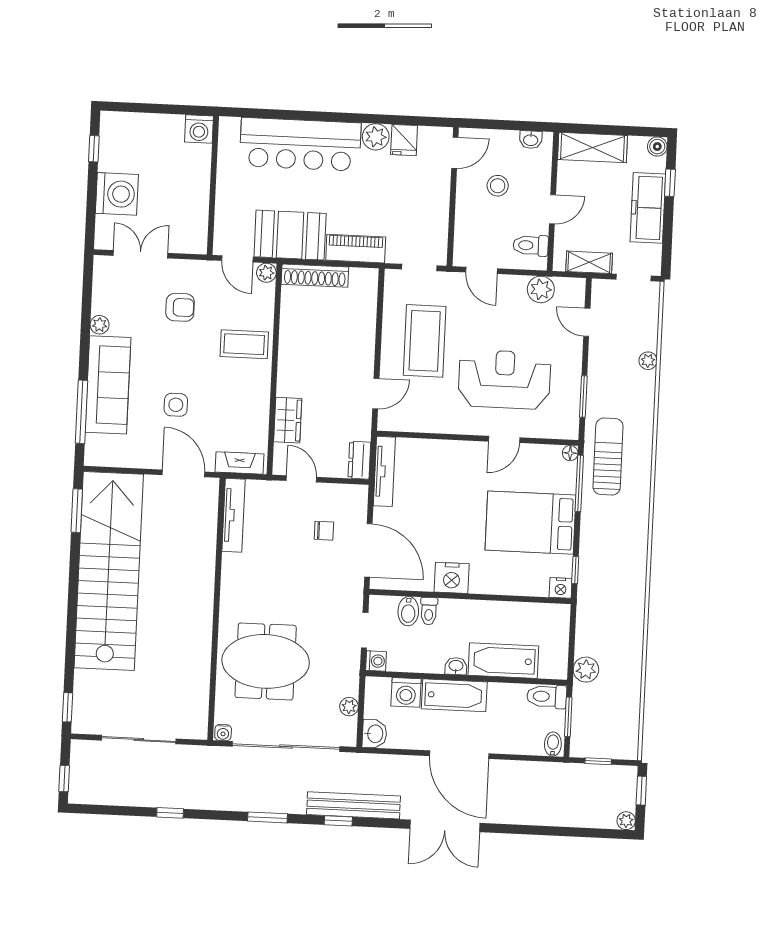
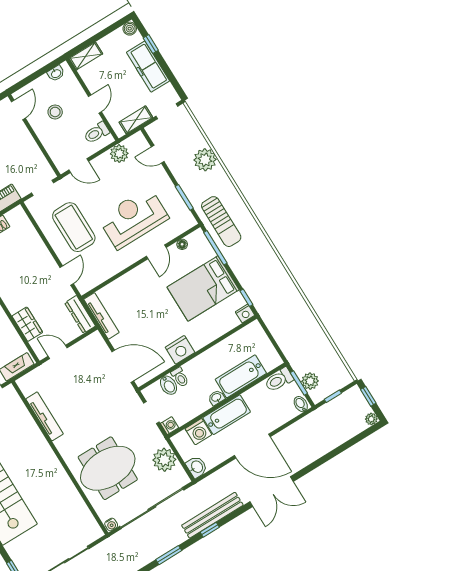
shelving: (593, 147) -> (86, 56), width x0.67, depth x0.75
plant: (648, 361) -> (205, 160), width x1.88, depth x1.88
floor lamp: (570, 453) -> (182, 244), moved
sun lounger: (608, 457) -> (221, 222), turned 180
dresser: (359, 460) -> (80, 314), width x1.44
tv unit: (234, 515) -> (45, 416), moved
chair: (324, 531) -> (90, 372), removed
plant: (586, 670) -> (310, 381), moved
plant: (349, 707) -> (164, 460), width x1.88, depth x1.88

